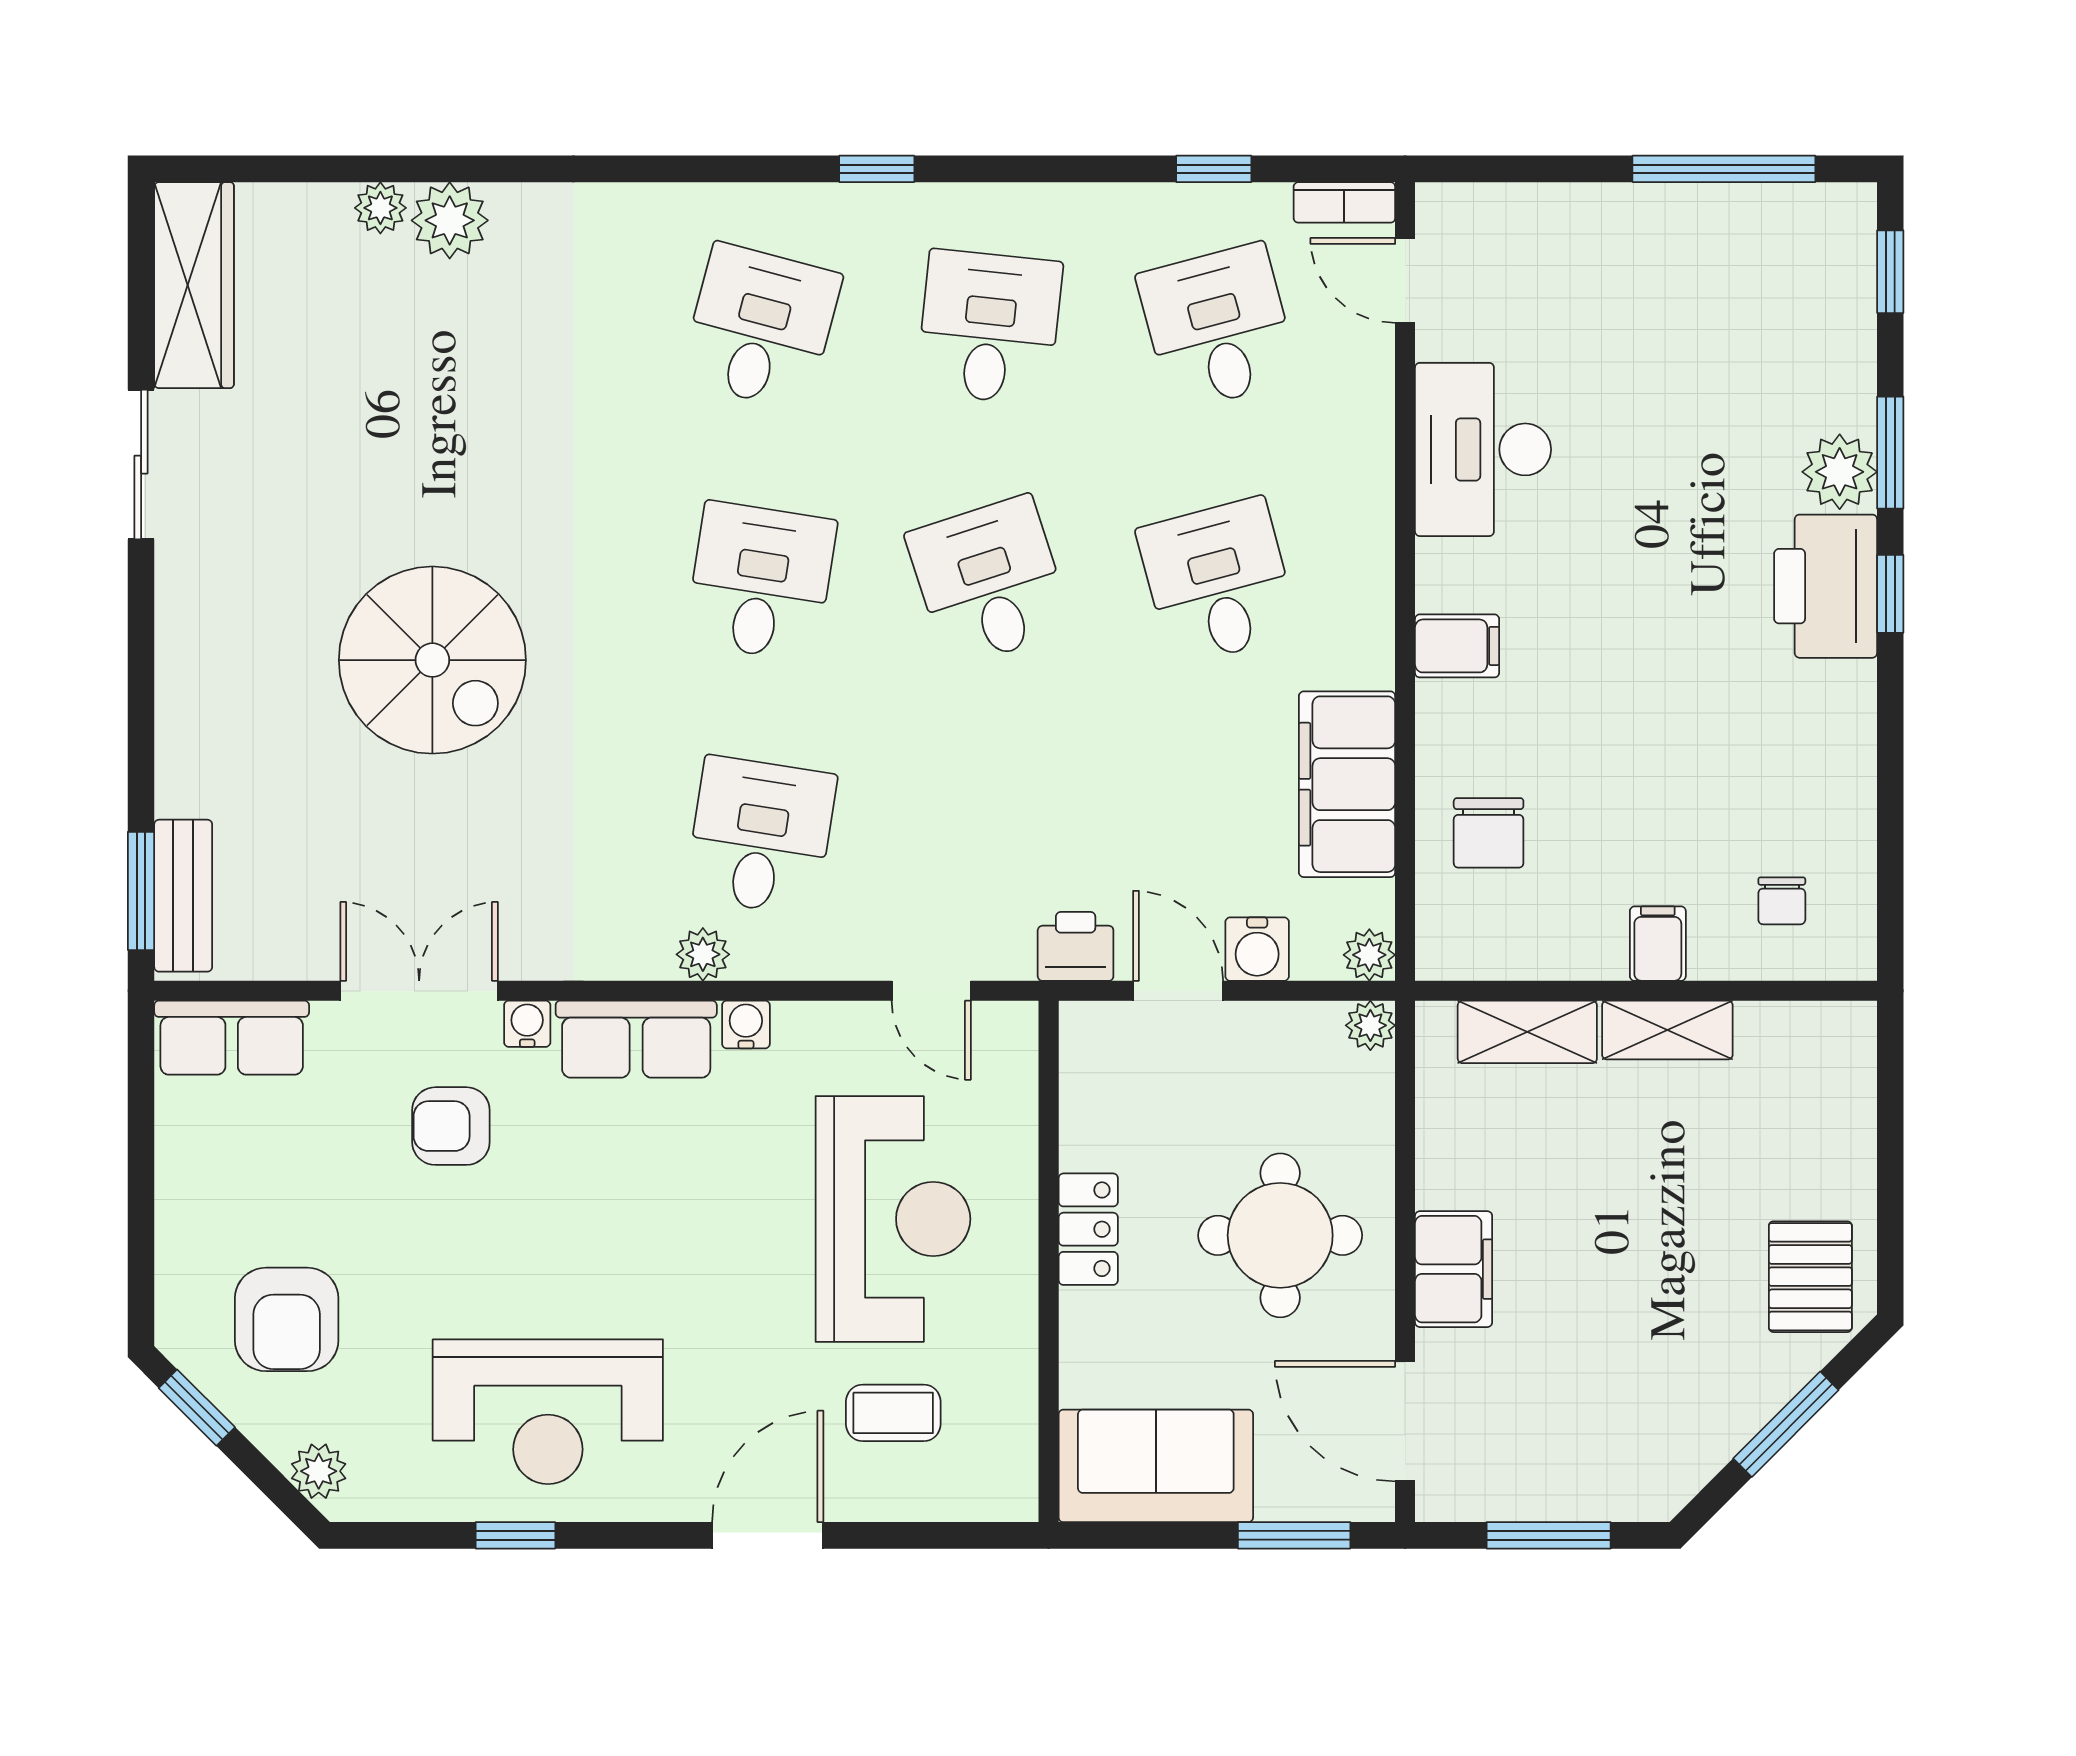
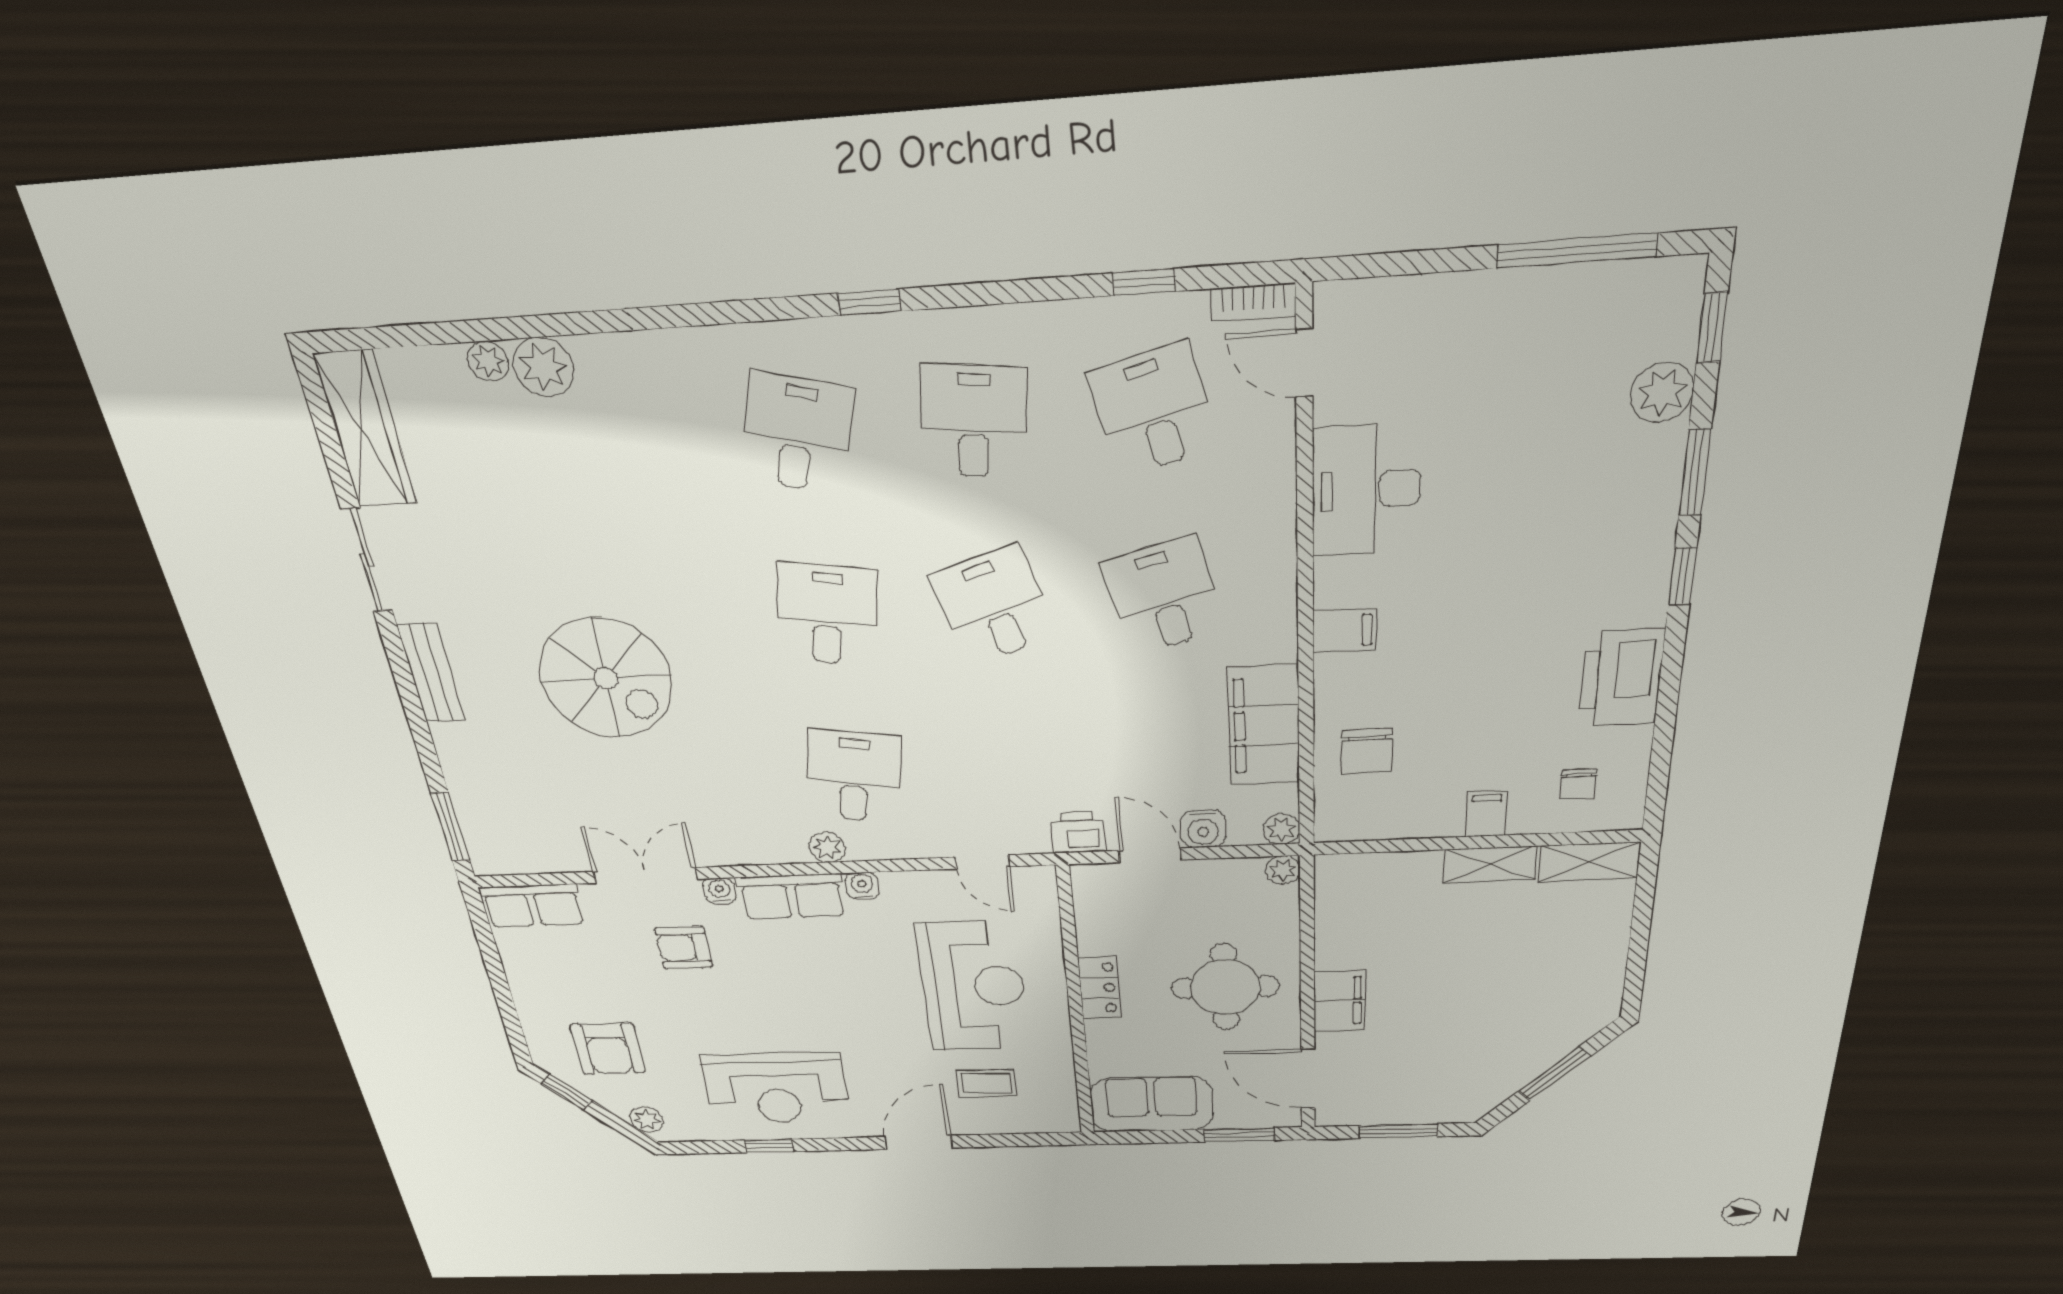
plant: (1840, 472) -> (1662, 392), moved
printer: (1826, 586) -> (1621, 678), moved
bench: (183, 896) -> (431, 673), moved
shelving: (1527, 1032) -> (1589, 862), moved
pallet: (1810, 1277) -> (1578, 998), removed

